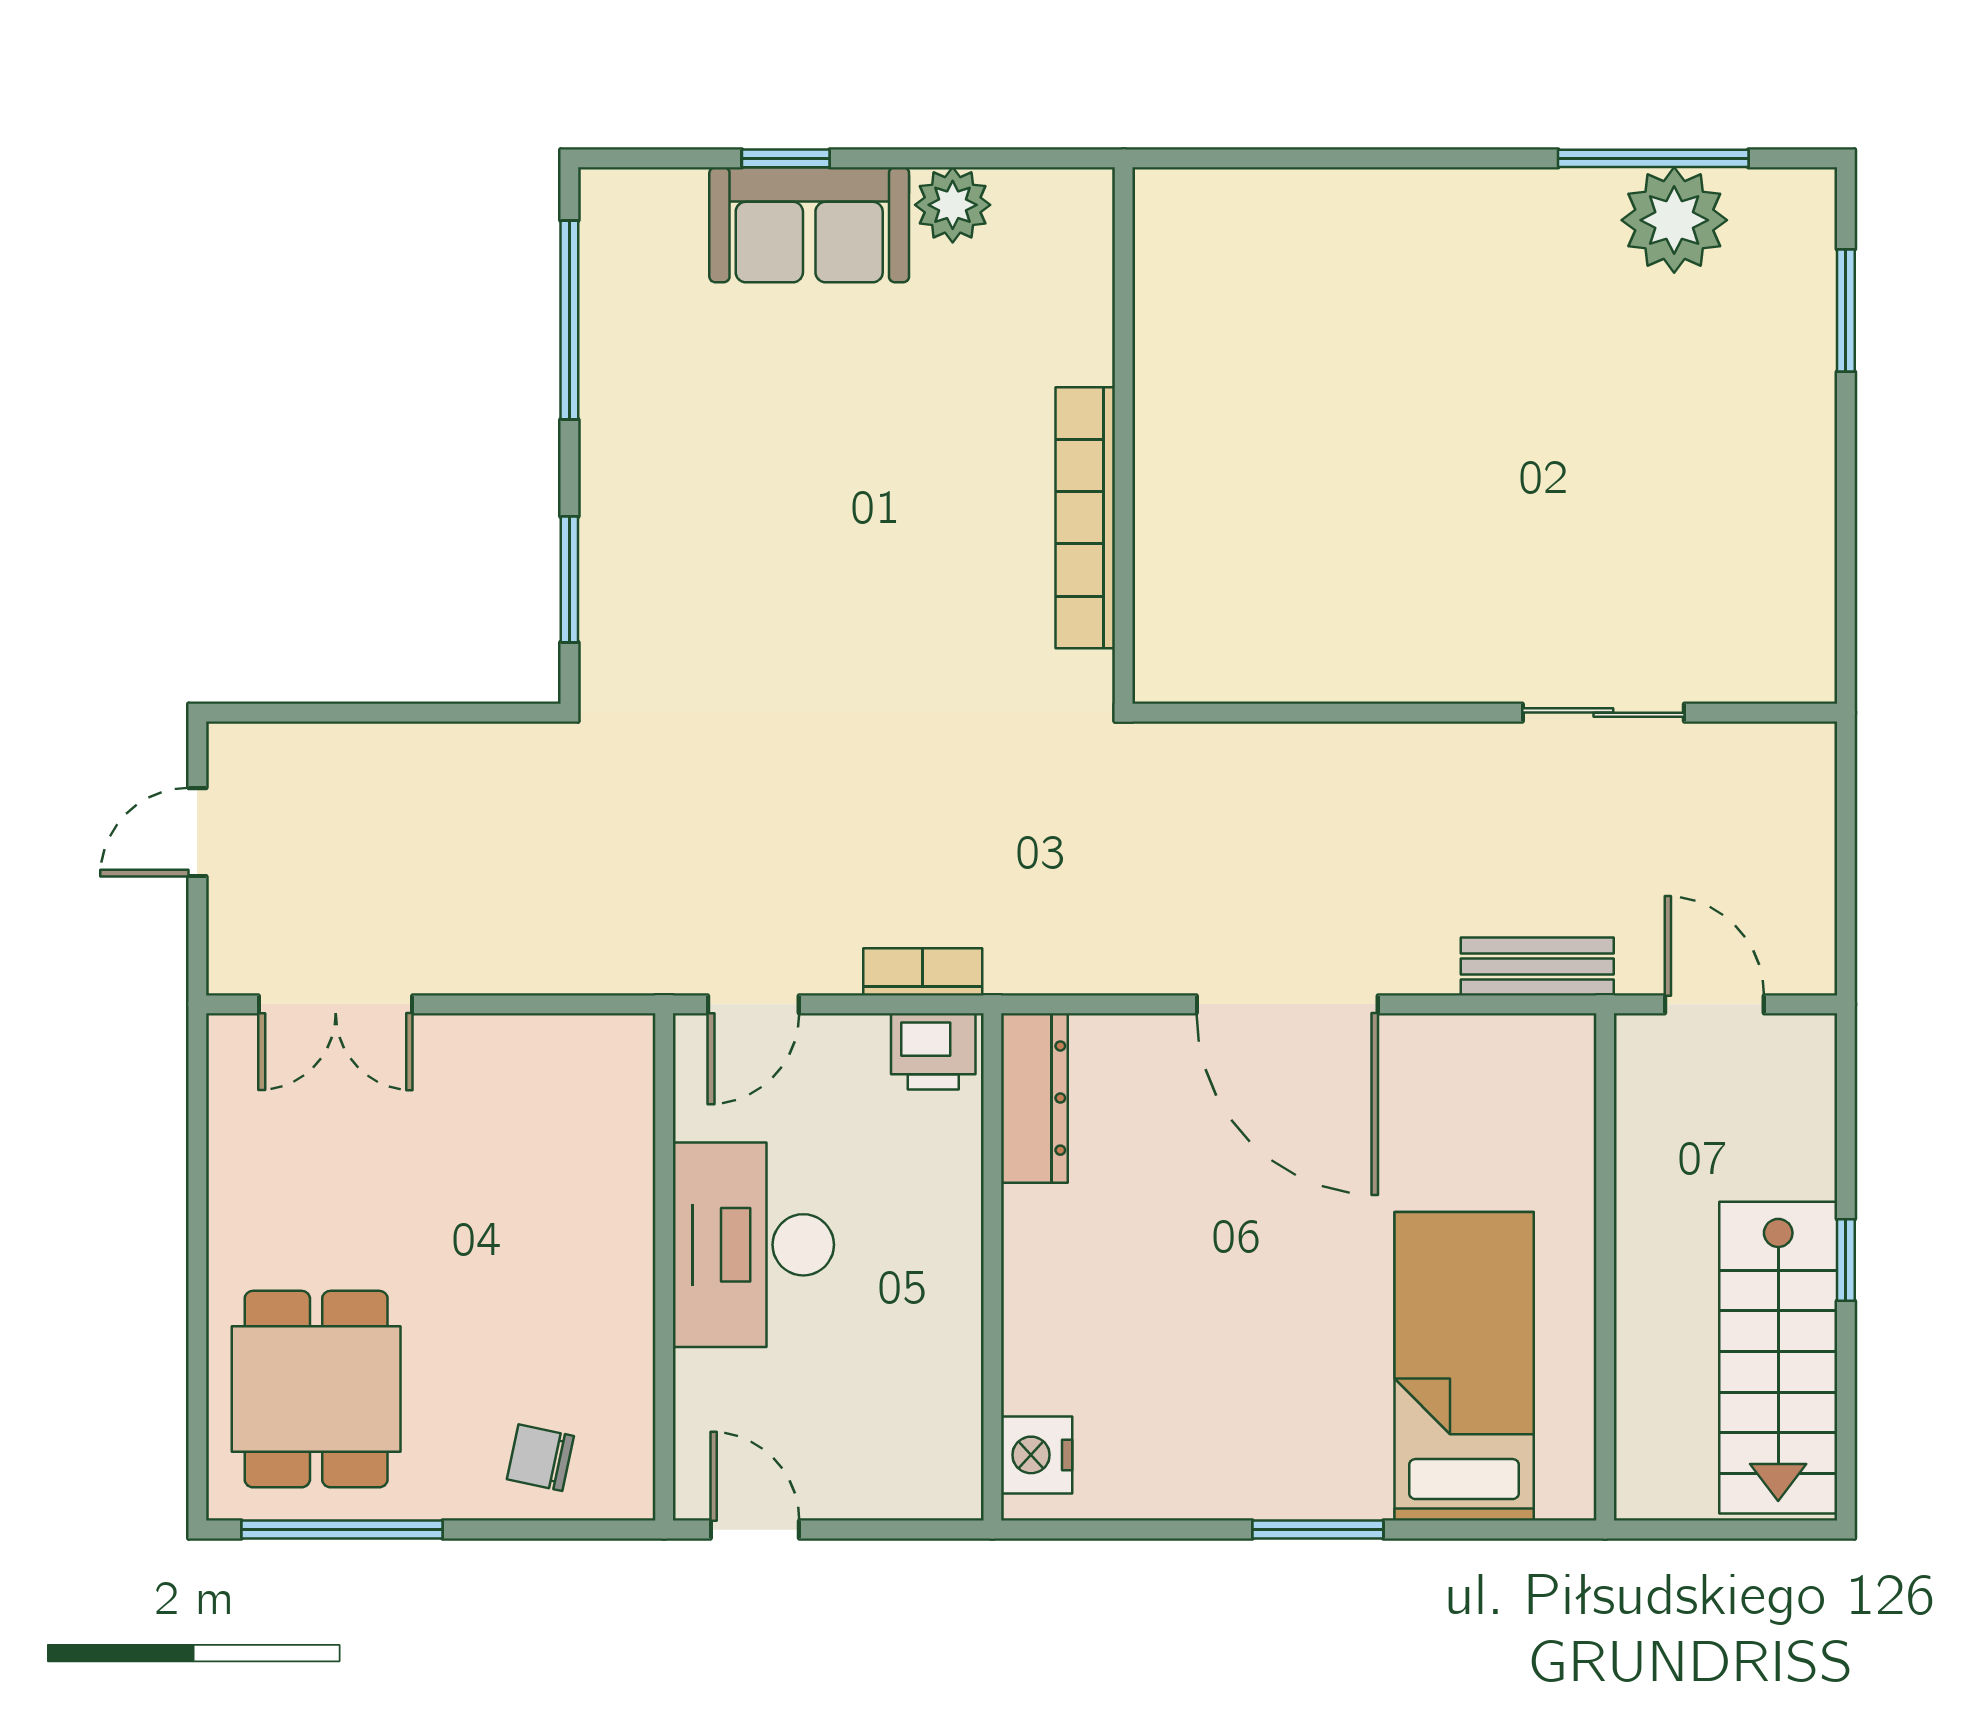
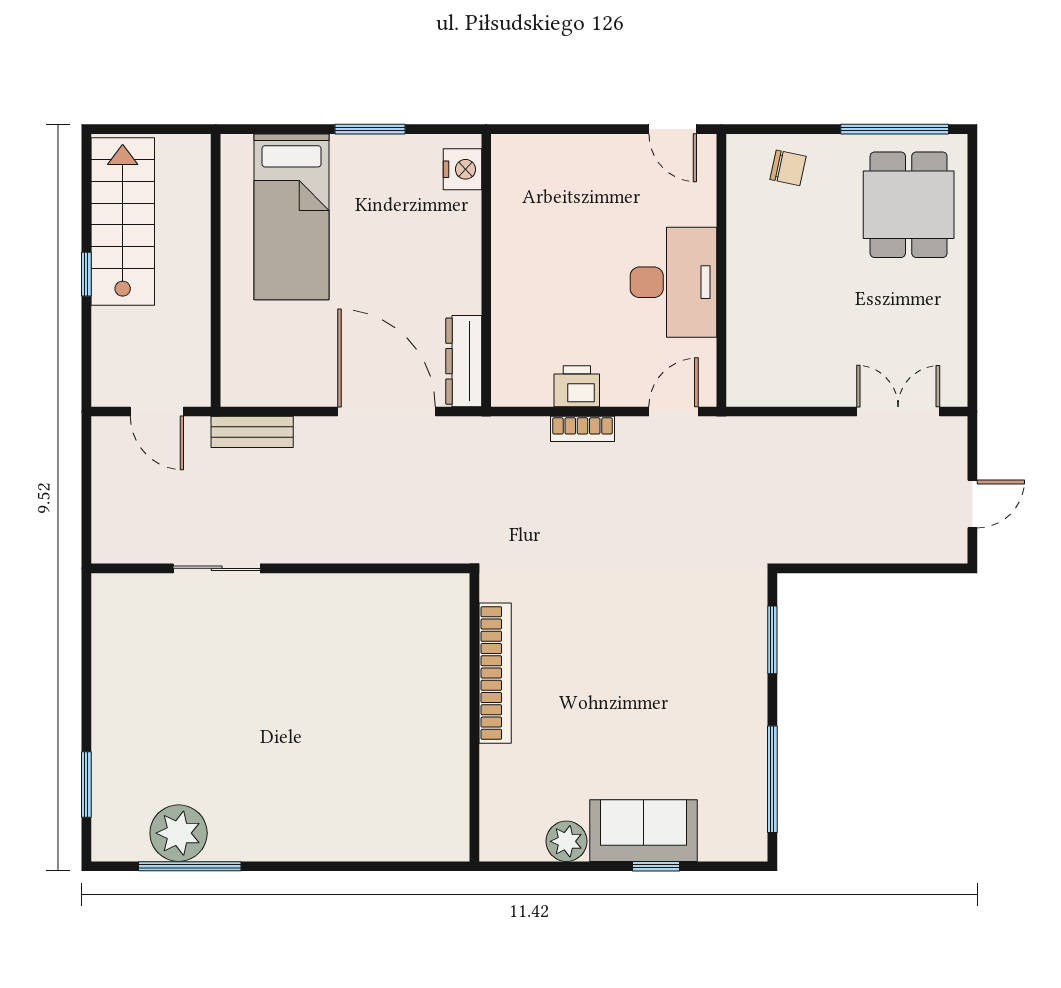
dresser: (1034, 1098) -> (464, 361), moved
wall: (992, 1267) -> (486, 270), moved
nightstand: (1037, 1455) -> (462, 169), moved

